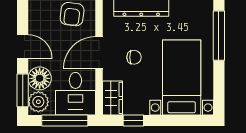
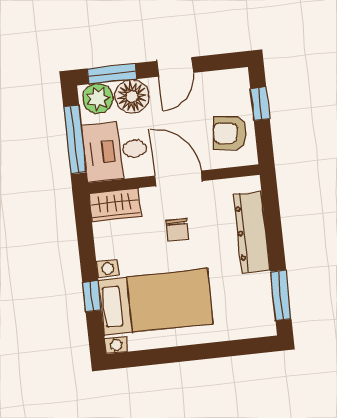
window: (219, 36) -> (222, 349), removed
window: (133, 121) -> (92, 296), moved

